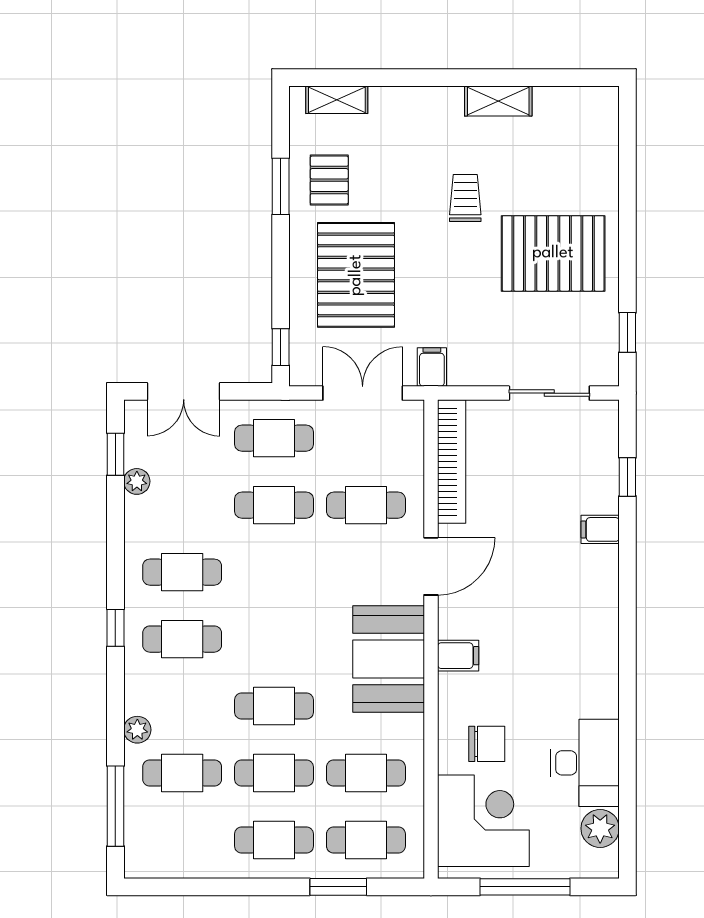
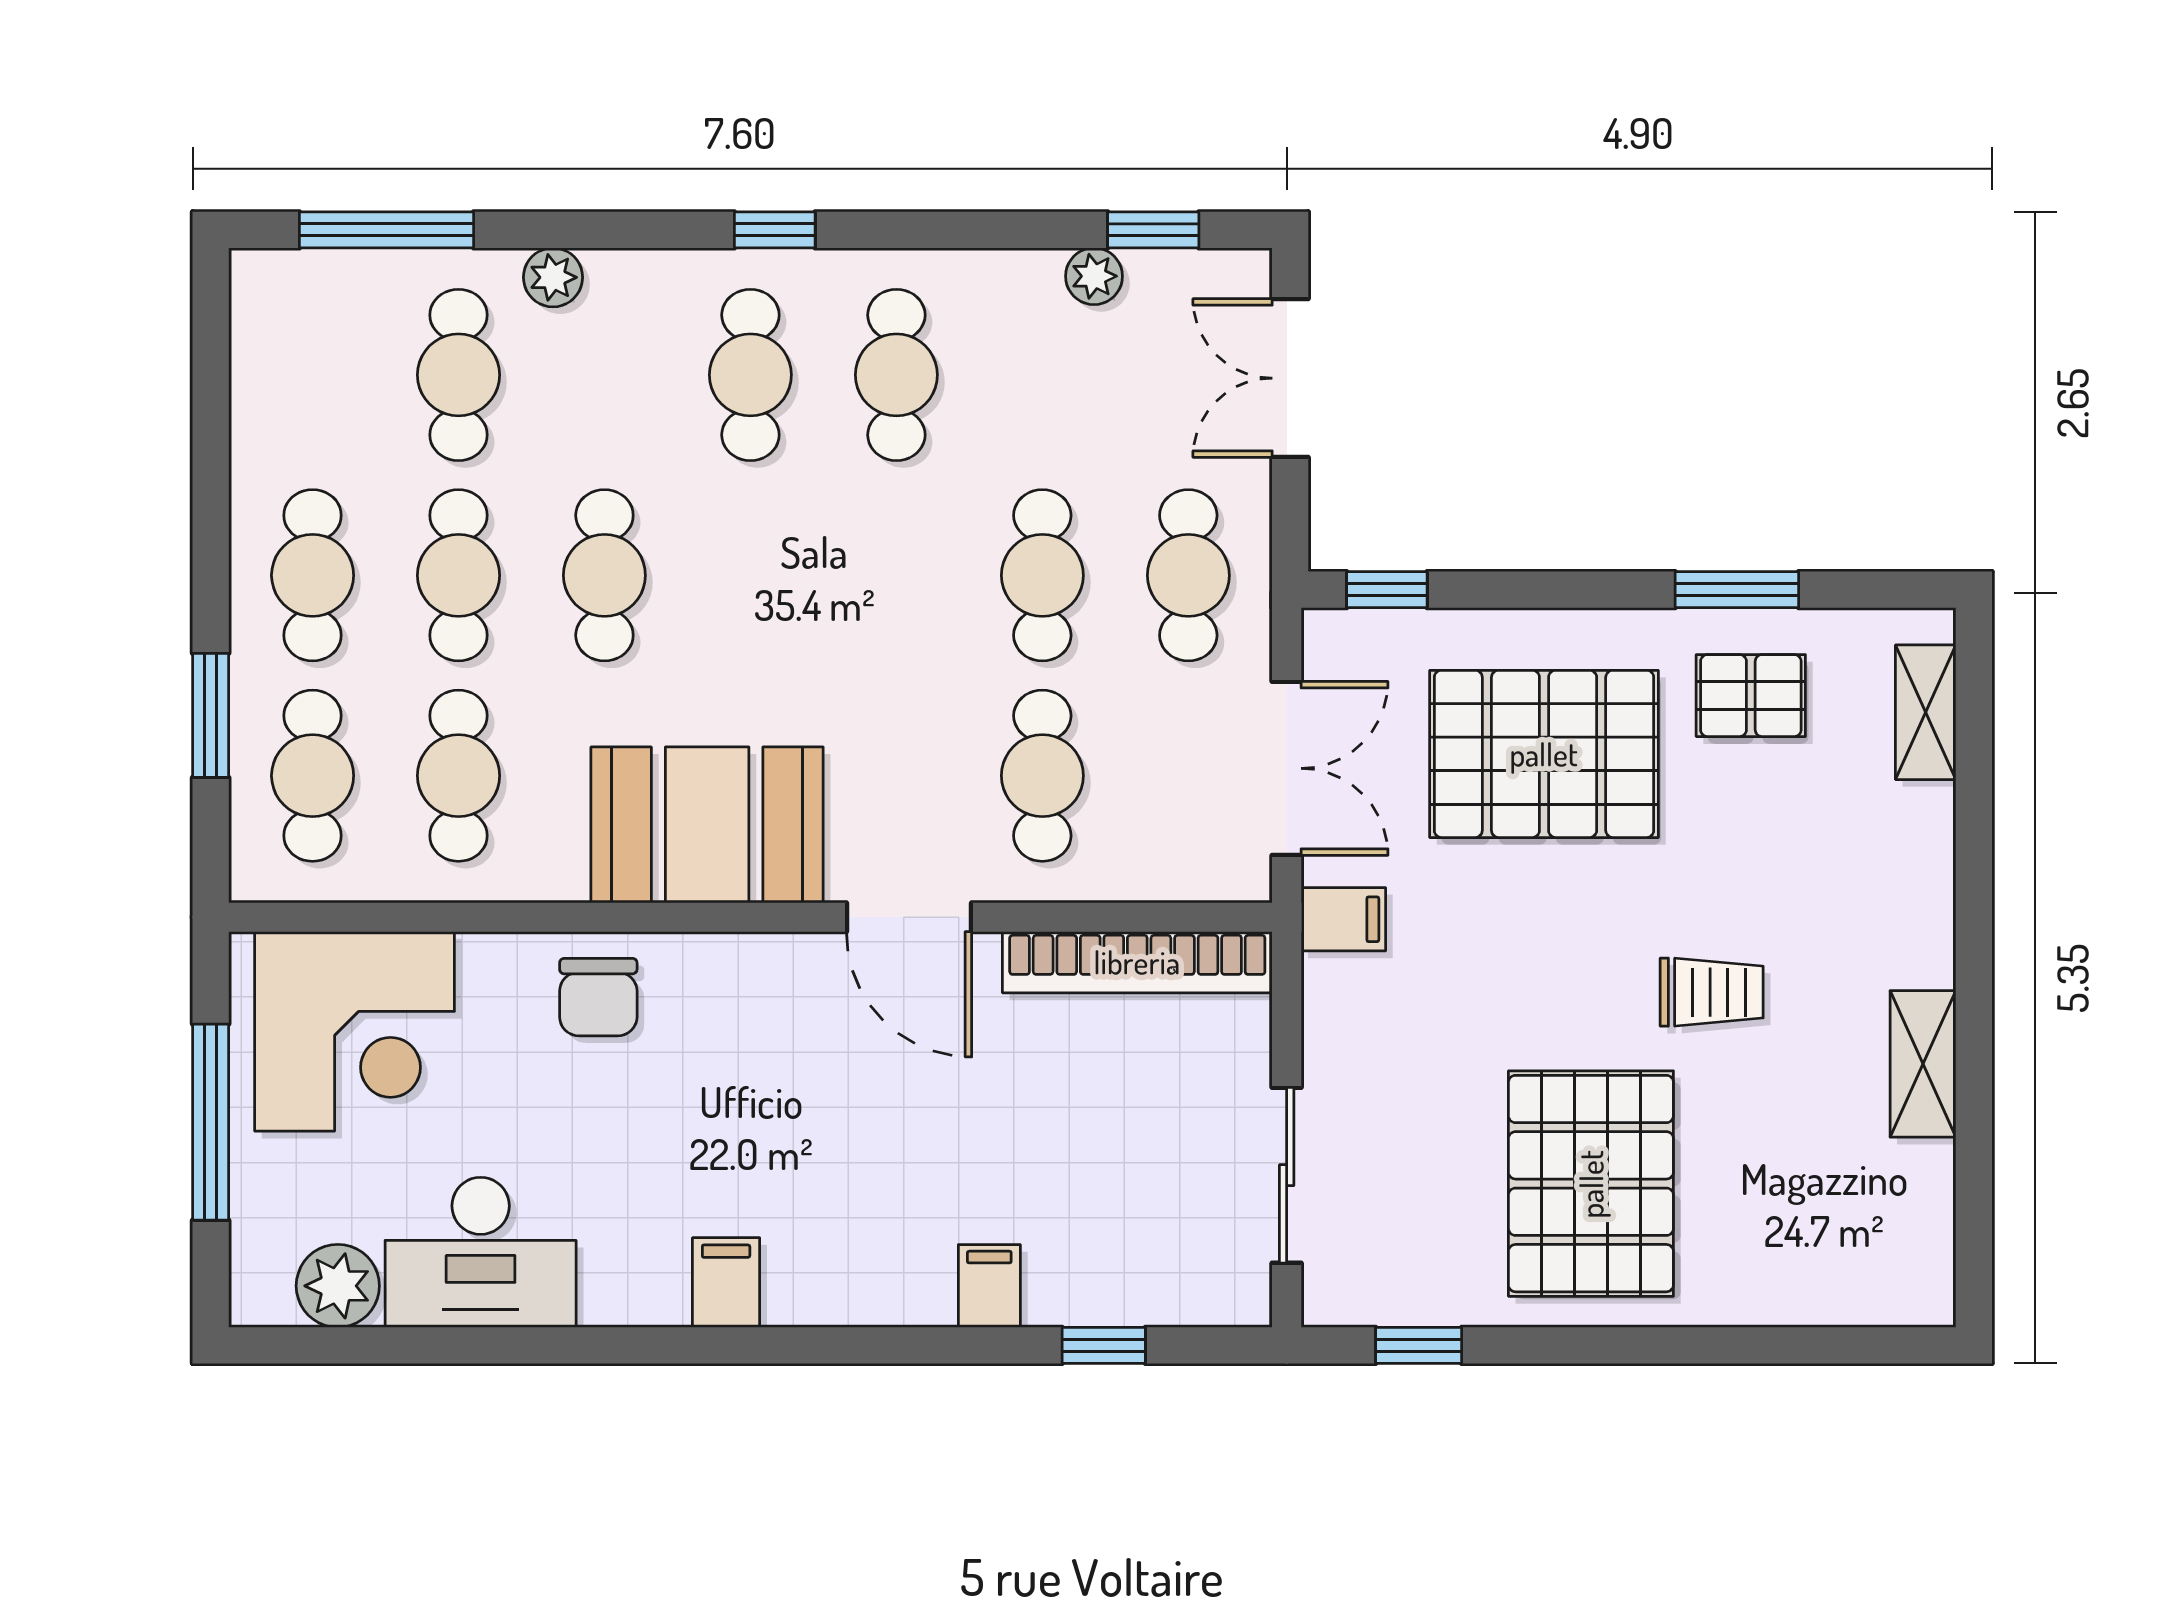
filing cabinet: (458, 656) -> (726, 1283), moved, turned 180
chair: (487, 744) -> (598, 997), moved

